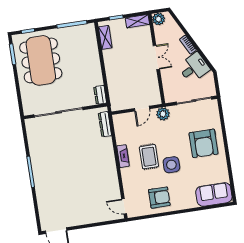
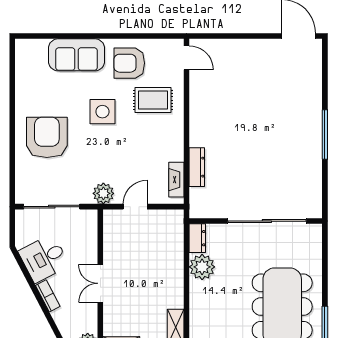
plant: (95, 77) -> (202, 267), added
dresser: (105, 124) -> (197, 167), moved
fireplace: (123, 156) -> (176, 180), moved
rug: (149, 157) -> (153, 100), moved, turned 90
sofa: (214, 194) -> (76, 55), moved

